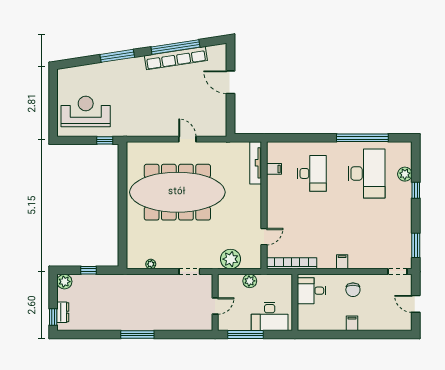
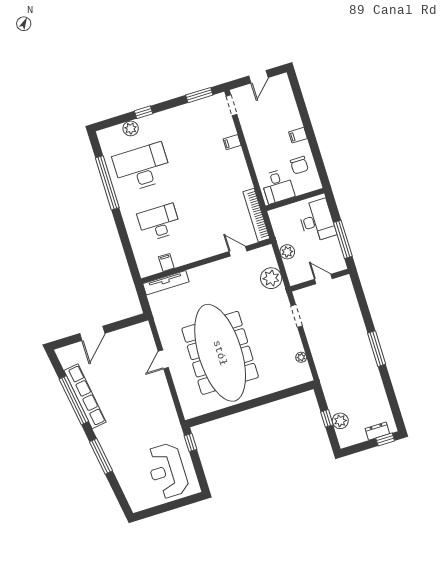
filing cabinet: (342, 262) -> (232, 142), moved
plant: (64, 282) -> (340, 421), moved
chair: (353, 290) -> (299, 165), moved, turned 90

